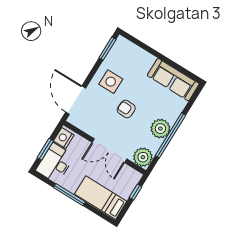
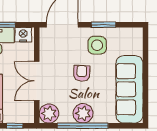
window: (107, 49) -> (104, 25), moved
sofa: (173, 80) -> (129, 89), width x1.36, depth x1.27

